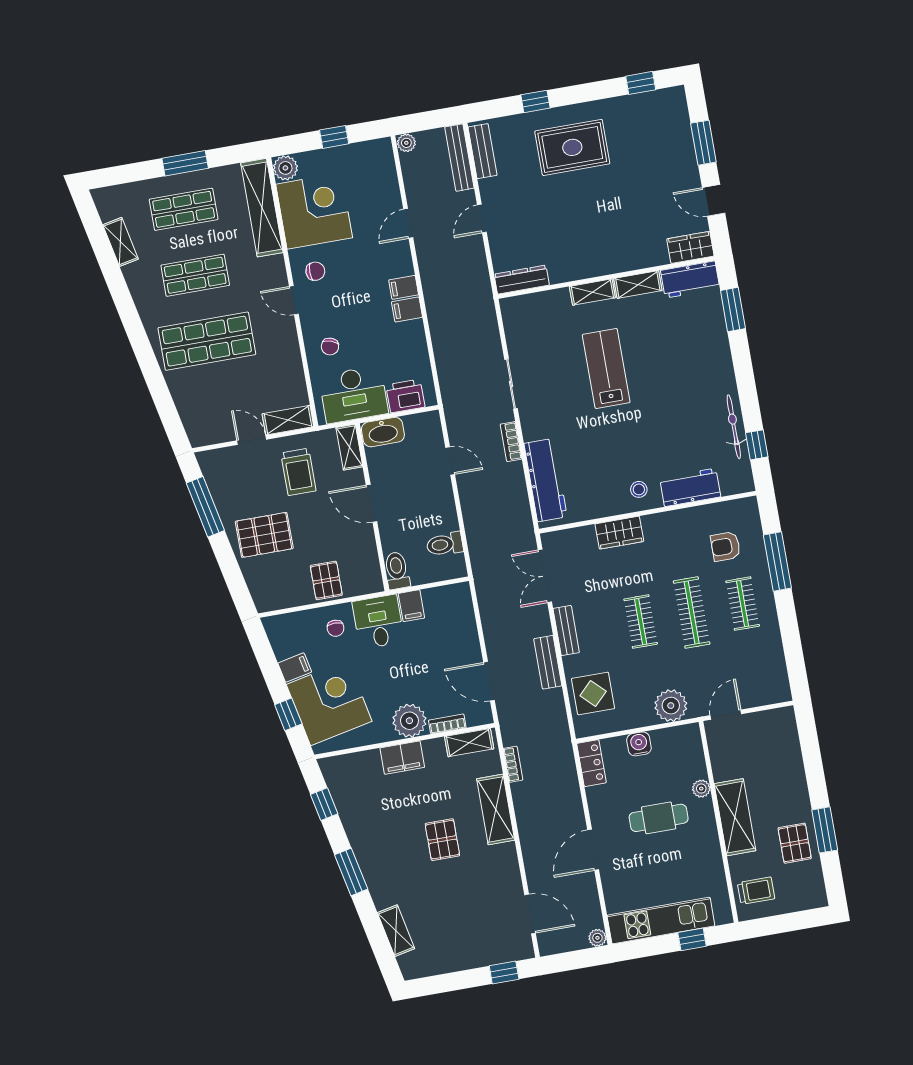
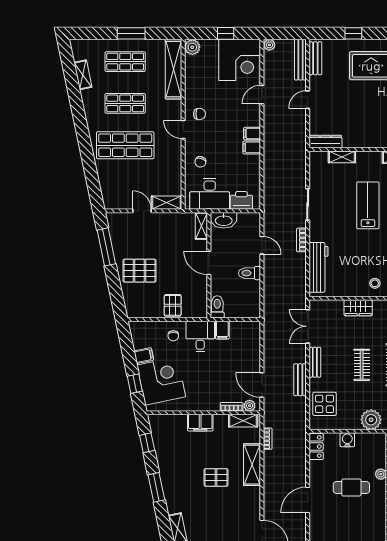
corner desk: (314, 211) -> (240, 60), moved, turned 90
shelving: (592, 292) -> (342, 157), moved
trolley: (298, 472) -> (167, 236), removed
toilet: (445, 544) -> (249, 273), moved
plant: (409, 721) -> (250, 406), moved, width x0.53, depth x0.53
pallet: (442, 840) -> (216, 477), turned 90

